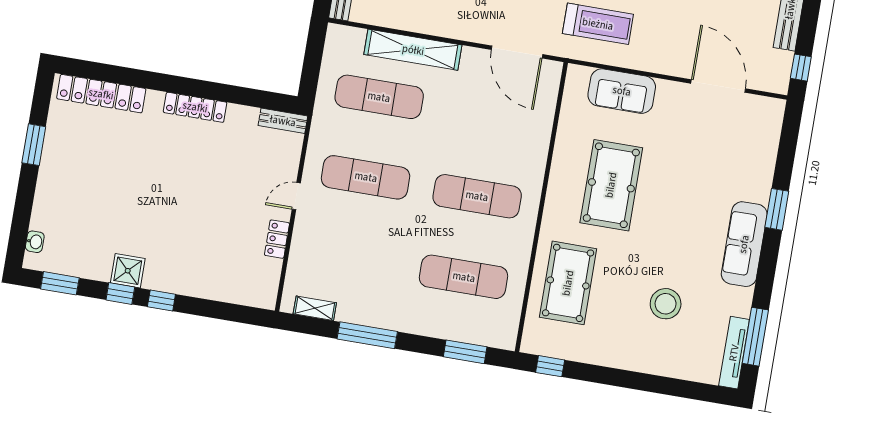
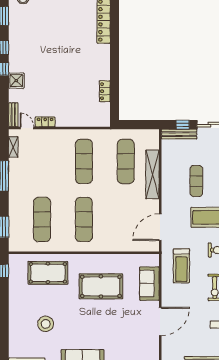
door: (718, 86) -> (160, 321), moved
locker: (195, 107) -> (105, 91), moved, width x0.66
bench: (283, 121) -> (13, 115), moved
door: (296, 196) -> (27, 128), moved
shower: (128, 271) -> (16, 81), moved

